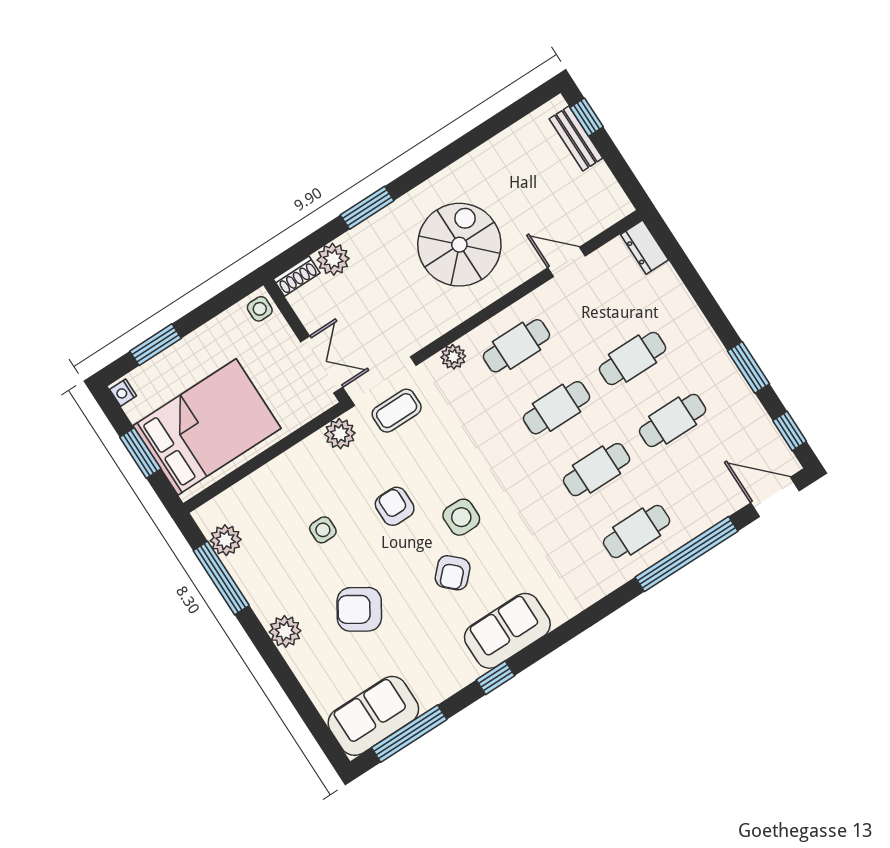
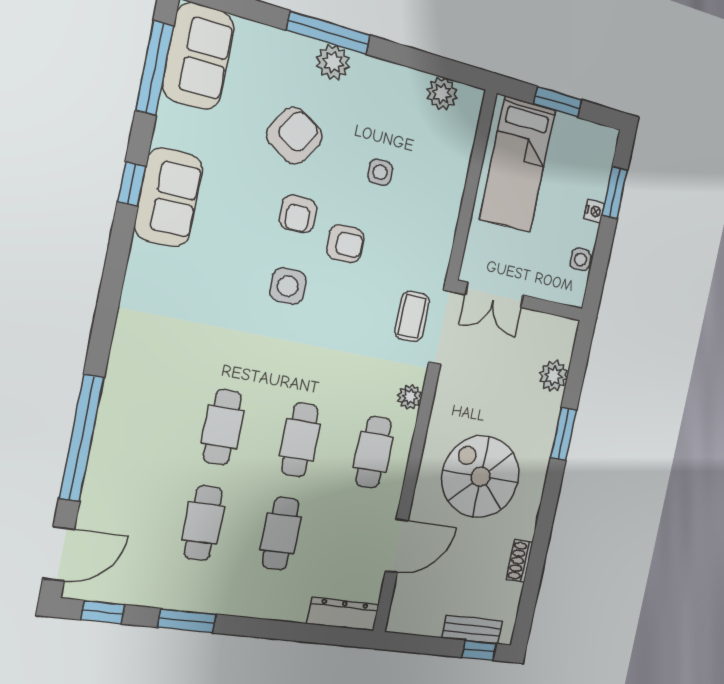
spiral stairs: (459, 245) -> (481, 477), turned 180
dresser: (644, 247) -> (343, 614), width x1.44
door: (566, 262) -> (397, 546), width x1.38
shoe rack: (297, 276) -> (520, 561), moved
side table: (260, 309) -> (580, 260), moved
nightstand: (123, 393) -> (594, 211), moved, turned 90
bed: (207, 427) -> (518, 165), width x0.67
plant: (340, 434) -> (436, 258), removed
cafe table: (637, 532) -> (141, 414), removed
armchair: (453, 573) -> (298, 214), moved, turned -134
window: (221, 578) -> (329, 33), moved
sofa: (507, 631) -> (169, 197), moved

